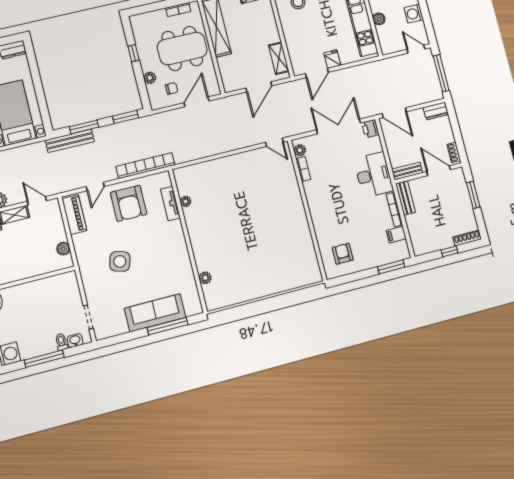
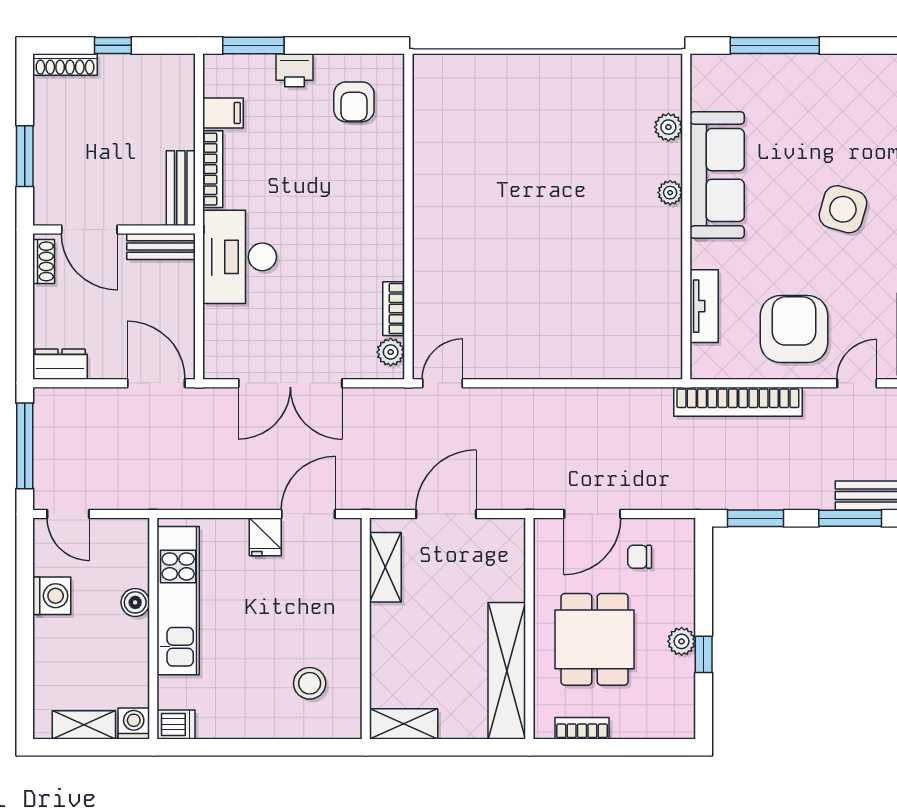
dining table: (182, 49) -> (595, 639), width x0.73
plant: (150, 78) -> (682, 641), moved
printer: (370, 129) -> (295, 70), moved, turned 90
door: (274, 142) -> (443, 383), hinge flipped
plant: (186, 201) -> (670, 193), moved
sofa: (155, 313) -> (717, 175), moved, turned -90

